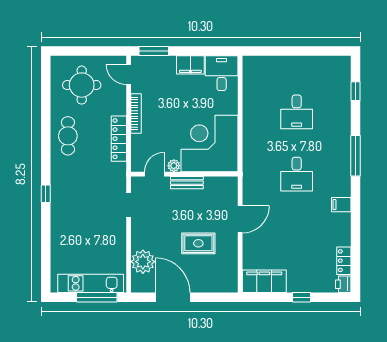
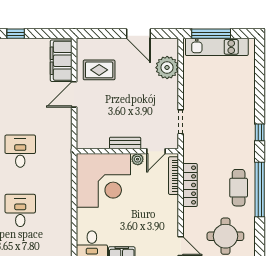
bookcase: (136, 113) -> (174, 176), moved
window: (46, 134) -> (260, 190), added
door: (240, 219) -> (74, 94), moved
rug: (198, 243) -> (99, 70), moved
filing cabinet: (264, 281) -> (61, 61), moved, turned 90
door: (173, 297) -> (139, 34), width x0.73

